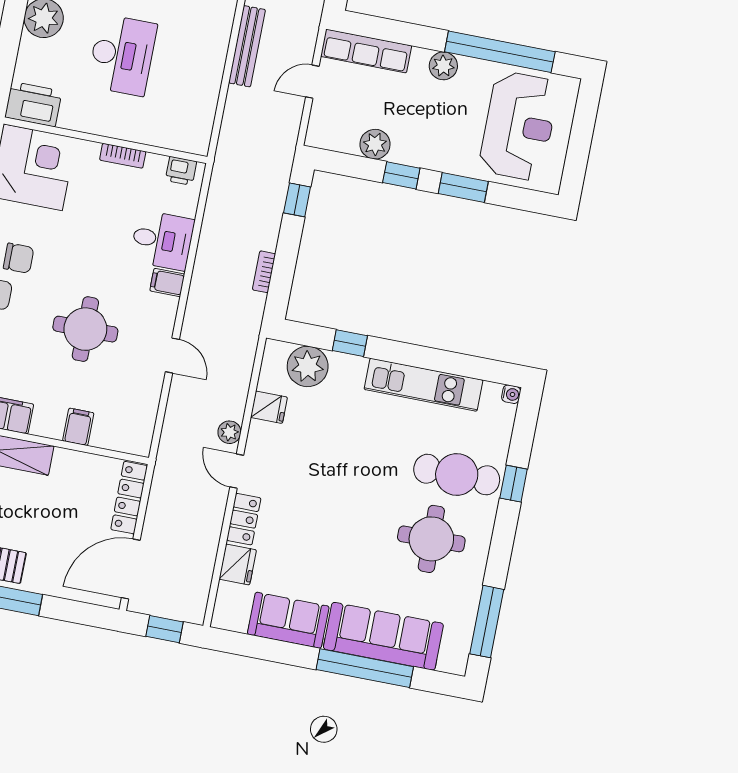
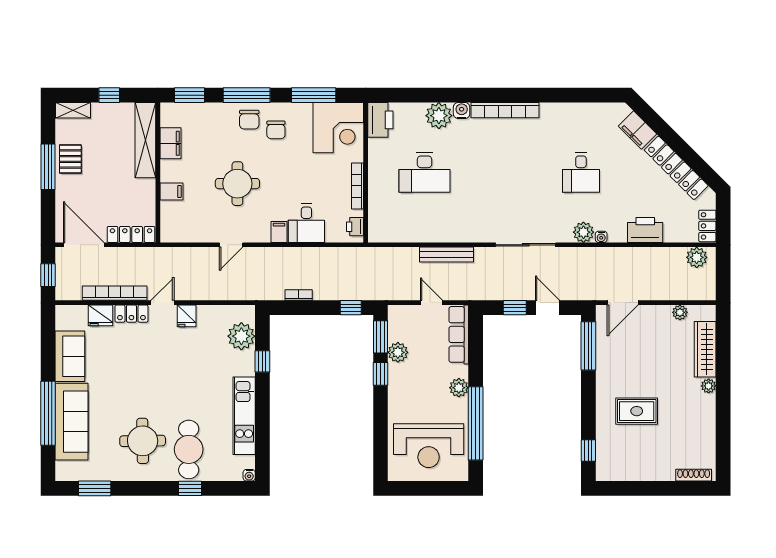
bookcase: (123, 156) -> (358, 186), width x1.56
window: (463, 187) -> (380, 337), moved
fridge: (269, 407) -> (187, 316), moved
plant: (229, 432) -> (187, 293), removed
bookcase: (209, 538) -> (115, 293), added
window: (487, 622) -> (95, 488), width x0.69

